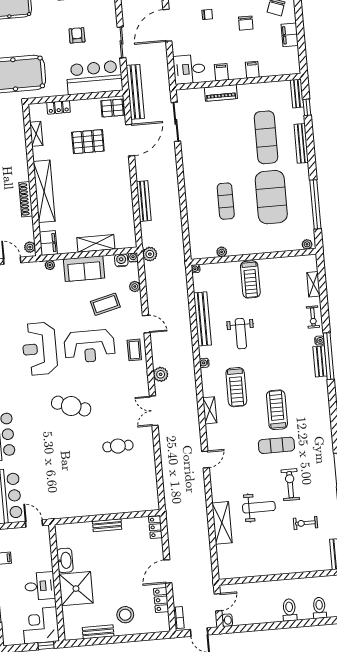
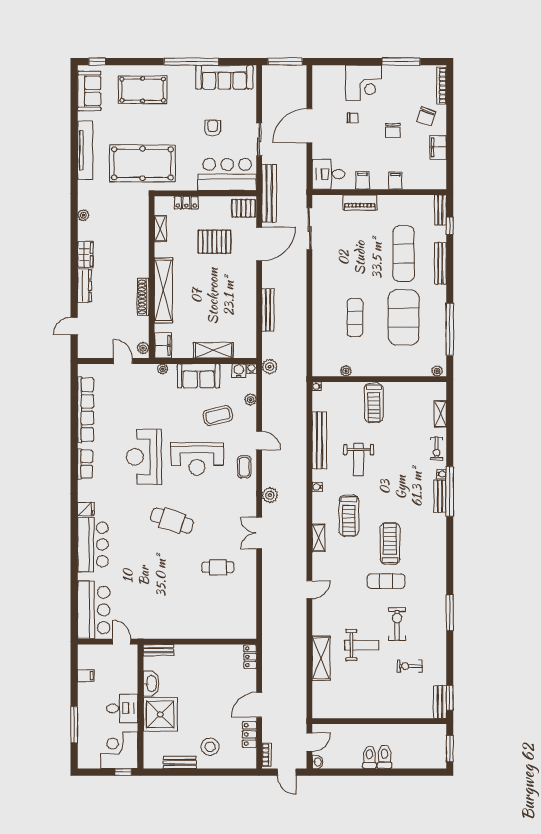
bench: (107, 525) -> (158, 650), moved
toilet: (319, 608) -> (370, 757), moved

